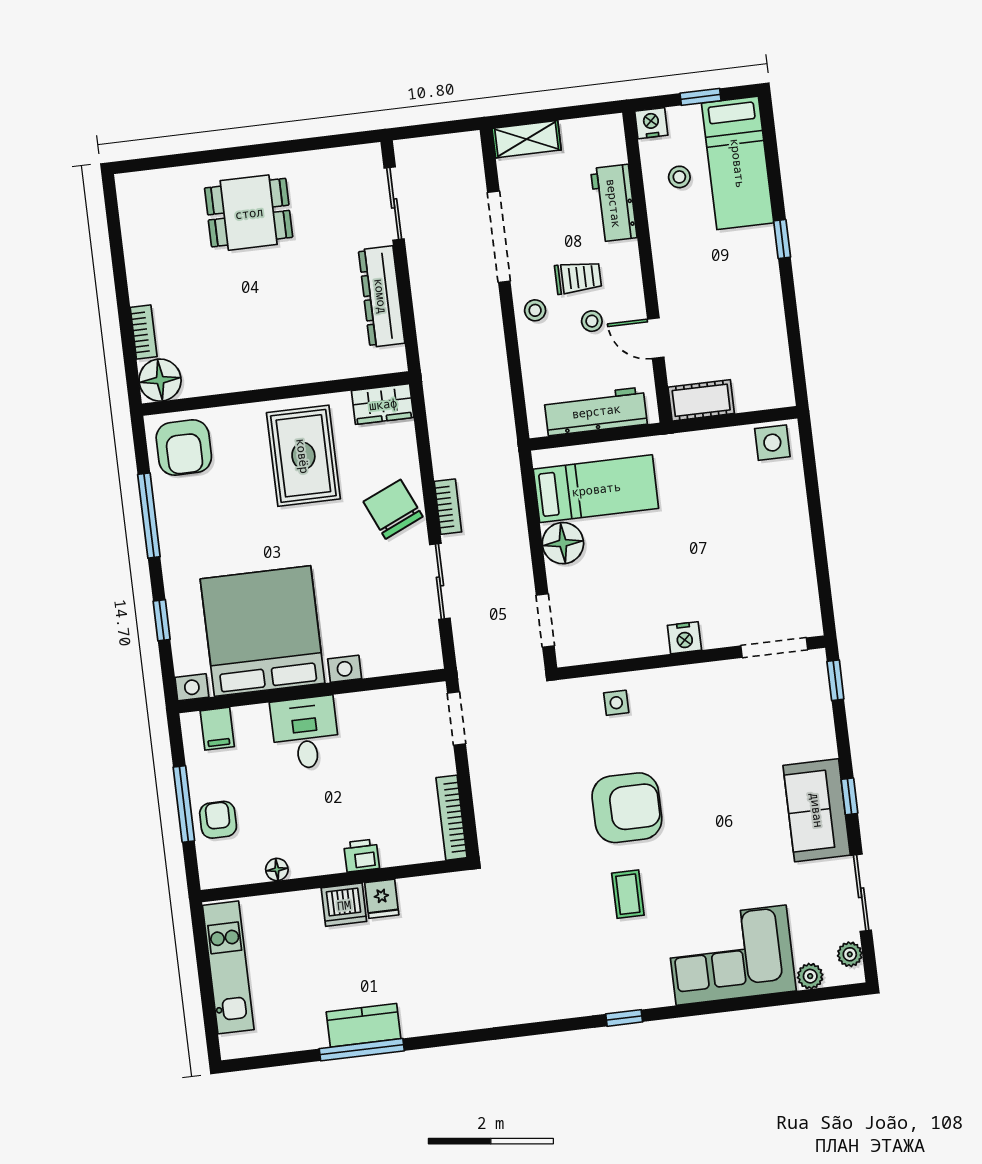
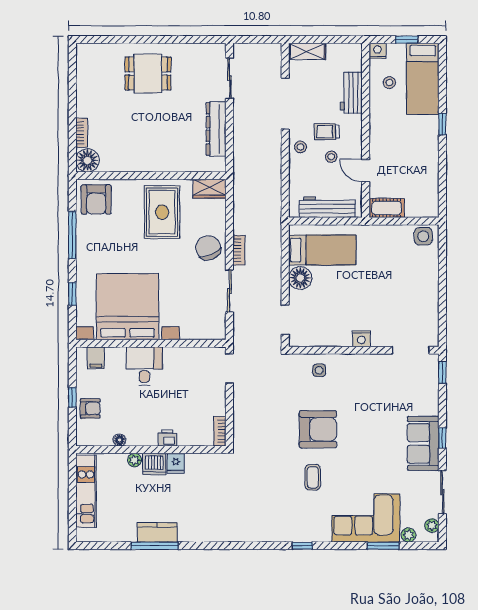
trolley: (578, 277) -> (327, 132), turned 180
window: (184, 804) -> (72, 397), width x0.46
bookcase: (451, 818) -> (220, 431), width x0.64
armchair: (218, 820) -> (90, 408), turned 90
plant: (308, 902) -> (135, 460), added
window: (768, 1001) -> (383, 546), added

